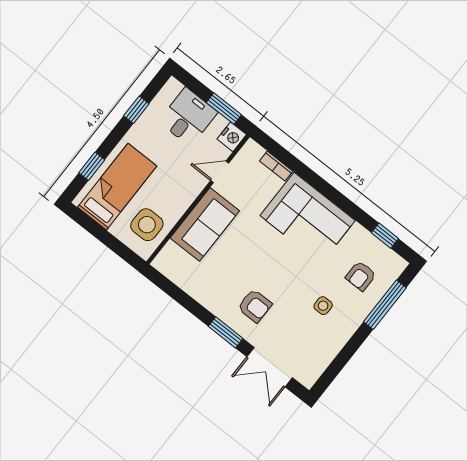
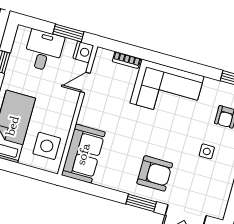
sofa: (205, 224) -> (83, 154), moved
armchair: (255, 306) -> (155, 173), width x1.38, depth x1.38

